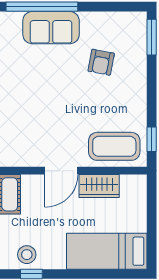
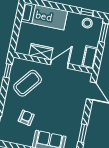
coffee table: (114, 146) -> (28, 83), moved, turned -52

